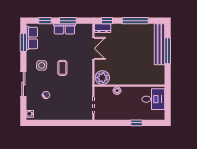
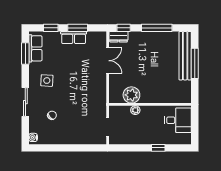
coffee table: (62, 68) -> (71, 83), removed
plant: (102, 78) -> (131, 95), moved

